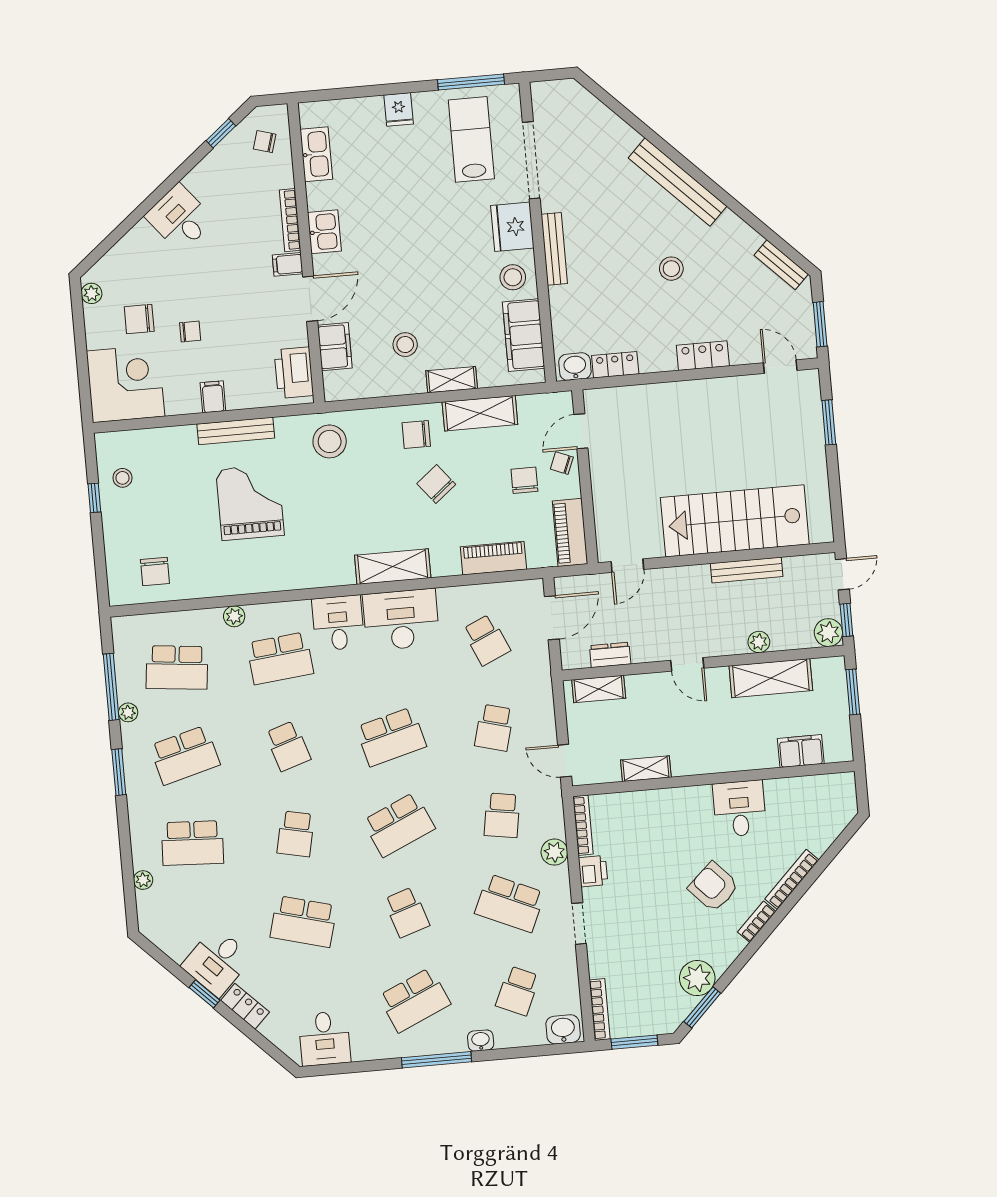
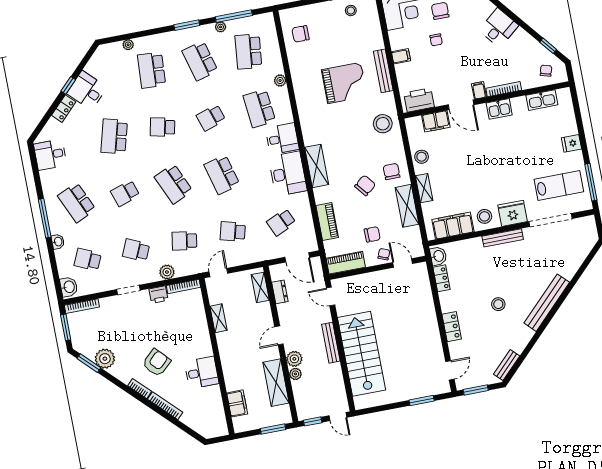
stool: (405, 345) -> (422, 157), moved
bench: (747, 570) -> (331, 343), moved
plant: (828, 633) -> (294, 359), moved
school desk: (510, 903) -> (136, 250), width x0.54

